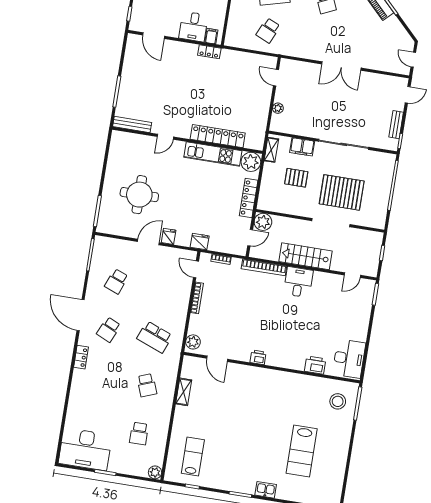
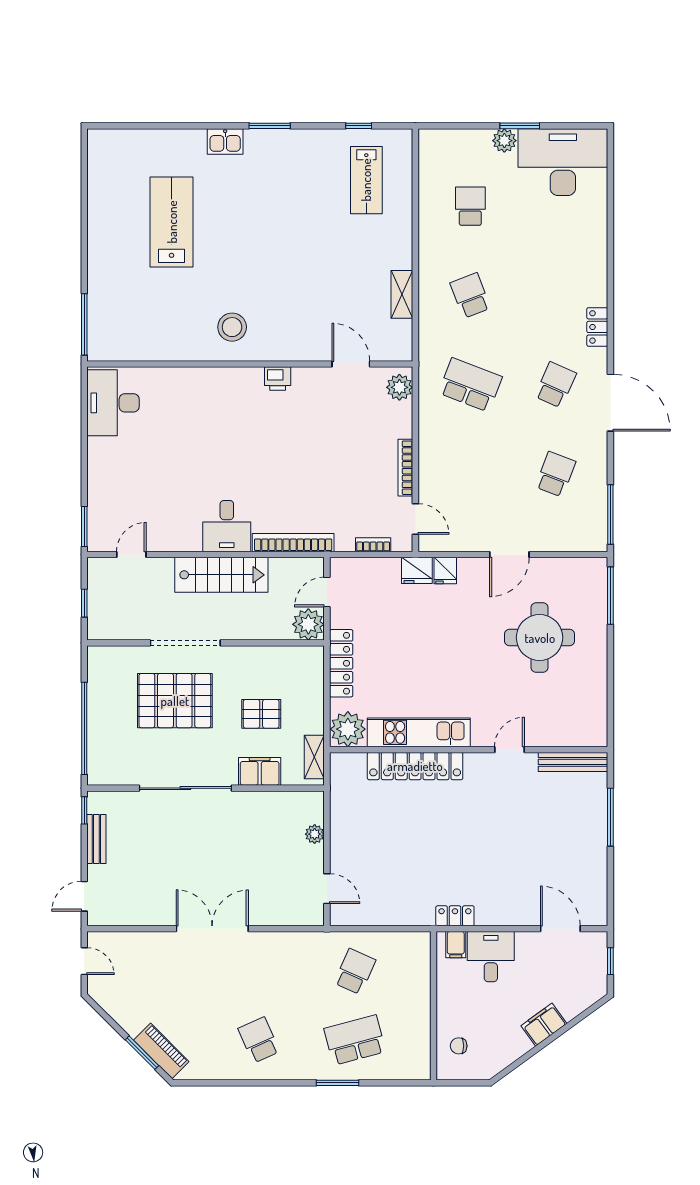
fridge: (169, 236) -> (445, 571), moved
printer: (315, 365) -> (172, 381), removed
stool: (338, 401) -> (232, 327), moved
plant: (155, 472) -> (504, 141), moved

